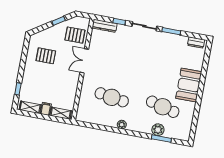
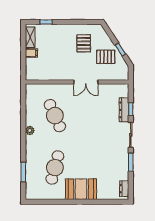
dresser: (105, 26) -> (124, 110), moved
pallet: (75, 35) -> (106, 57), moved, turned 90
double door: (84, 61) -> (86, 82), swing flipped
cafe table: (112, 97) -> (55, 116), turned -33
shelving: (61, 113) -> (30, 68), removed
plant: (158, 130) -> (31, 167), removed

